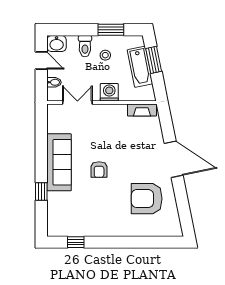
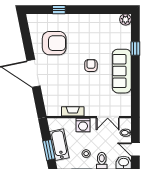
fireplace: (142, 110) -> (73, 111), moved
plant: (54, 229) -> (125, 20), added
window: (76, 242) -> (59, 10), moved

